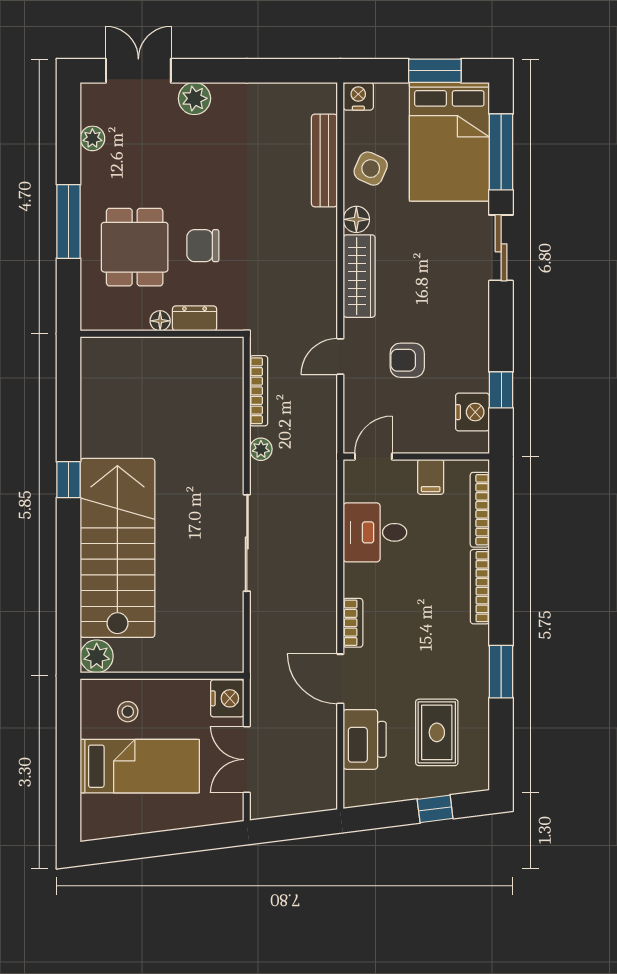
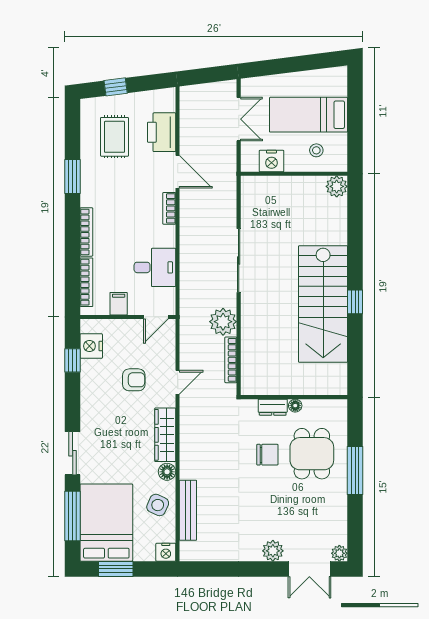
plant: (92, 138) -> (339, 553), moved
plant: (261, 449) -> (223, 322), width x1.88, depth x1.88
stairs: (117, 548) -> (323, 304), moved
nightstand: (227, 698) -> (271, 161), moved, turned -90

